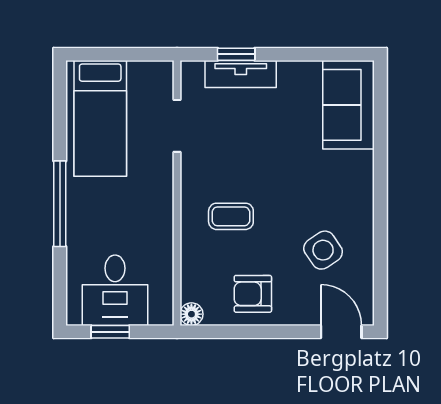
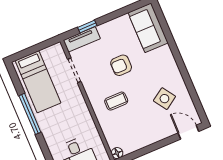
tv unit: (241, 74) -> (82, 39), moved
window: (60, 204) -> (30, 114), moved
armchair: (253, 294) -> (121, 65), moved

